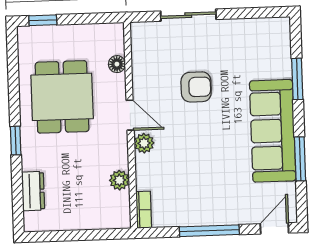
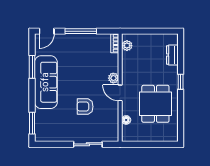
window: (43, 20) -> (164, 144), removed
window: (297, 79) -> (32, 123), moved
plant: (119, 180) -> (127, 46), moved

